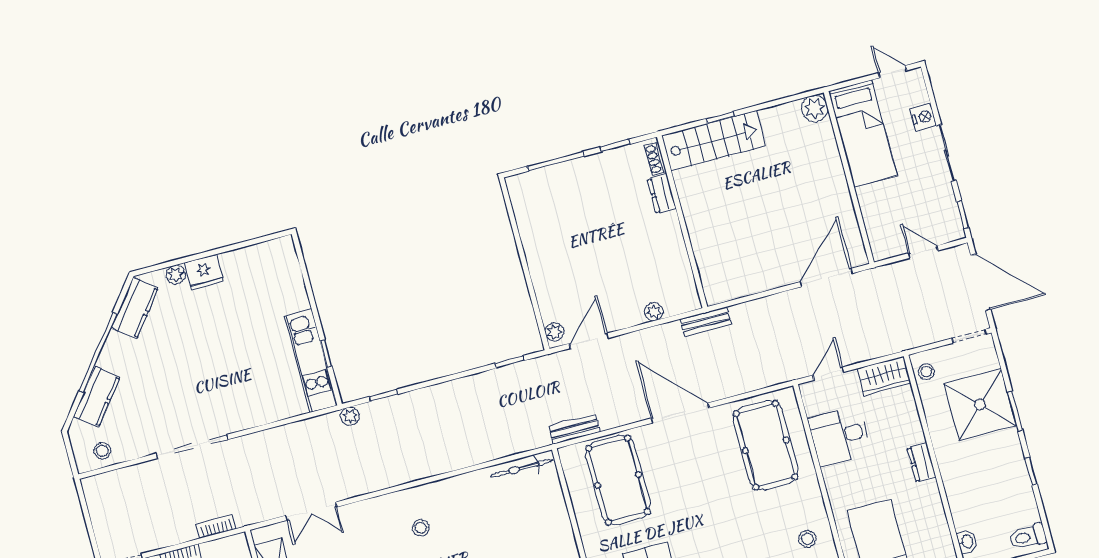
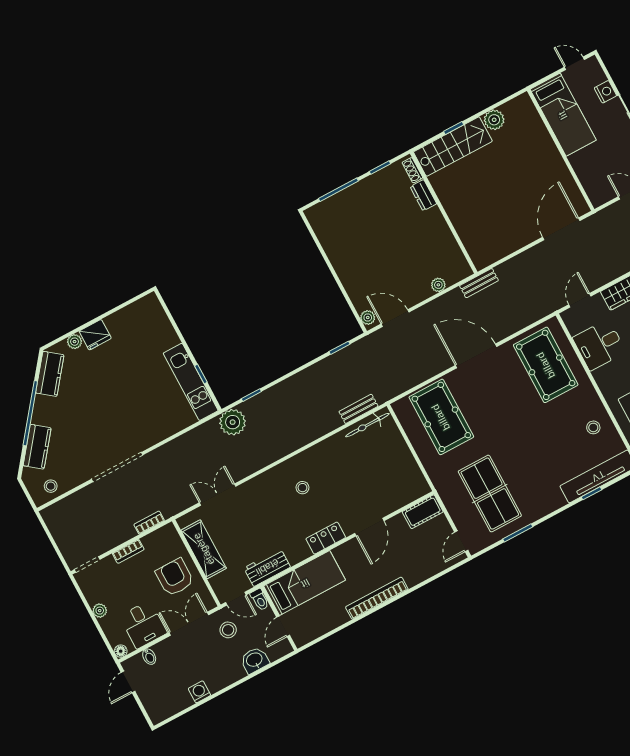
plant: (815, 108) -> (494, 120), moved
door: (589, 341) -> (395, 318), hinge flipped
plant: (350, 416) -> (233, 422), width x1.87, depth x1.87
bench: (574, 429) -> (358, 409), moved
double door: (311, 511) -> (218, 495), swing flipped

